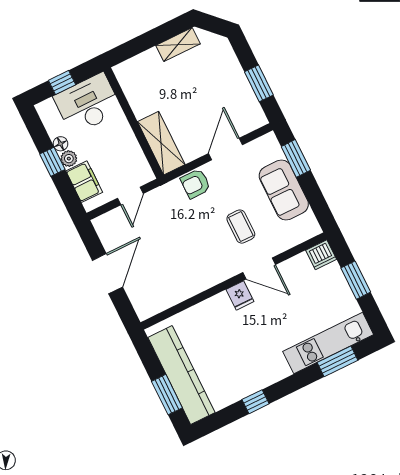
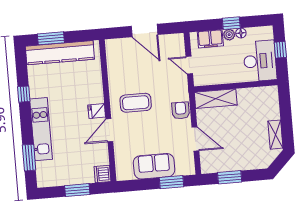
coffee table: (241, 227) -> (136, 103), moved, width x1.36, depth x1.30
kitchen unit: (328, 343) -> (41, 129), moved

